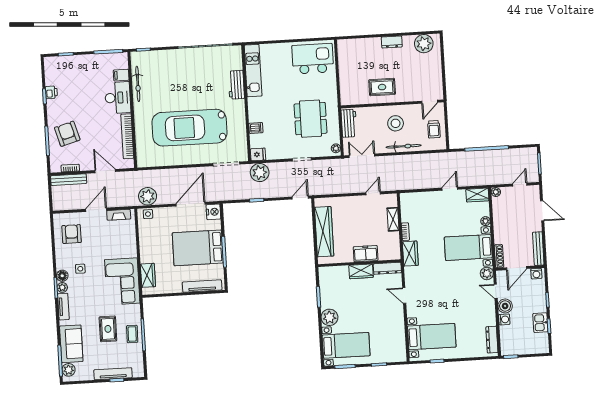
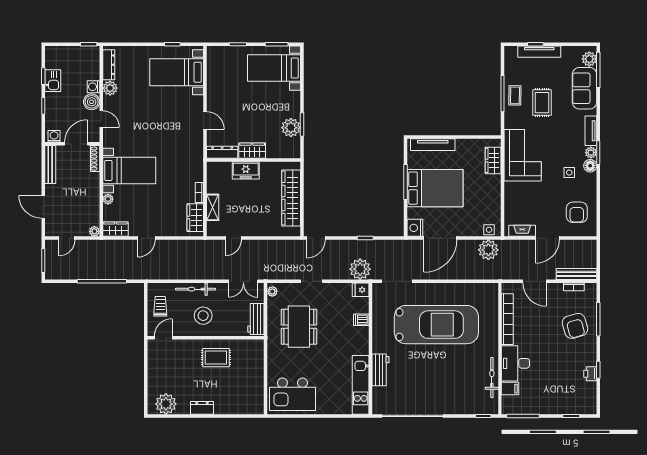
wardrobe: (410, 254) -> (195, 218), moved
plant: (487, 273) -> (110, 88), moved
plant: (329, 317) -> (291, 128), moved

